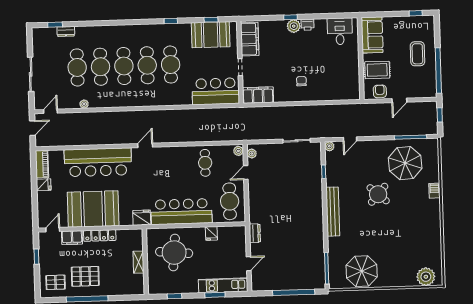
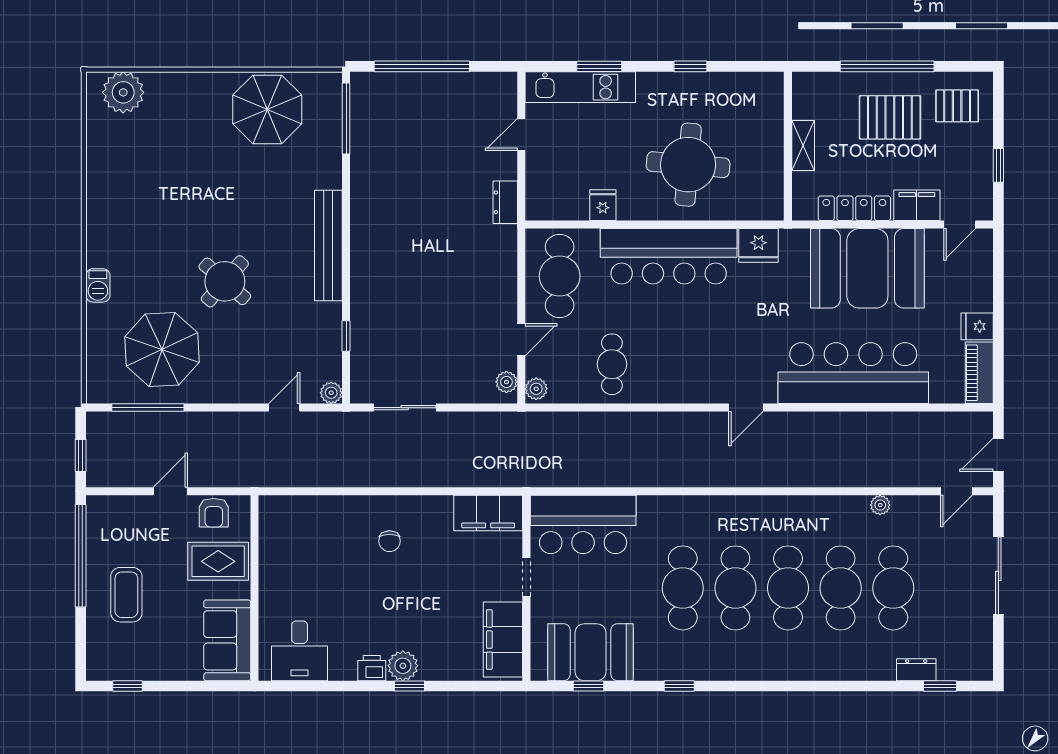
shelving: (138, 262) -> (803, 146), moved
wall: (145, 262) -> (788, 146), moved

